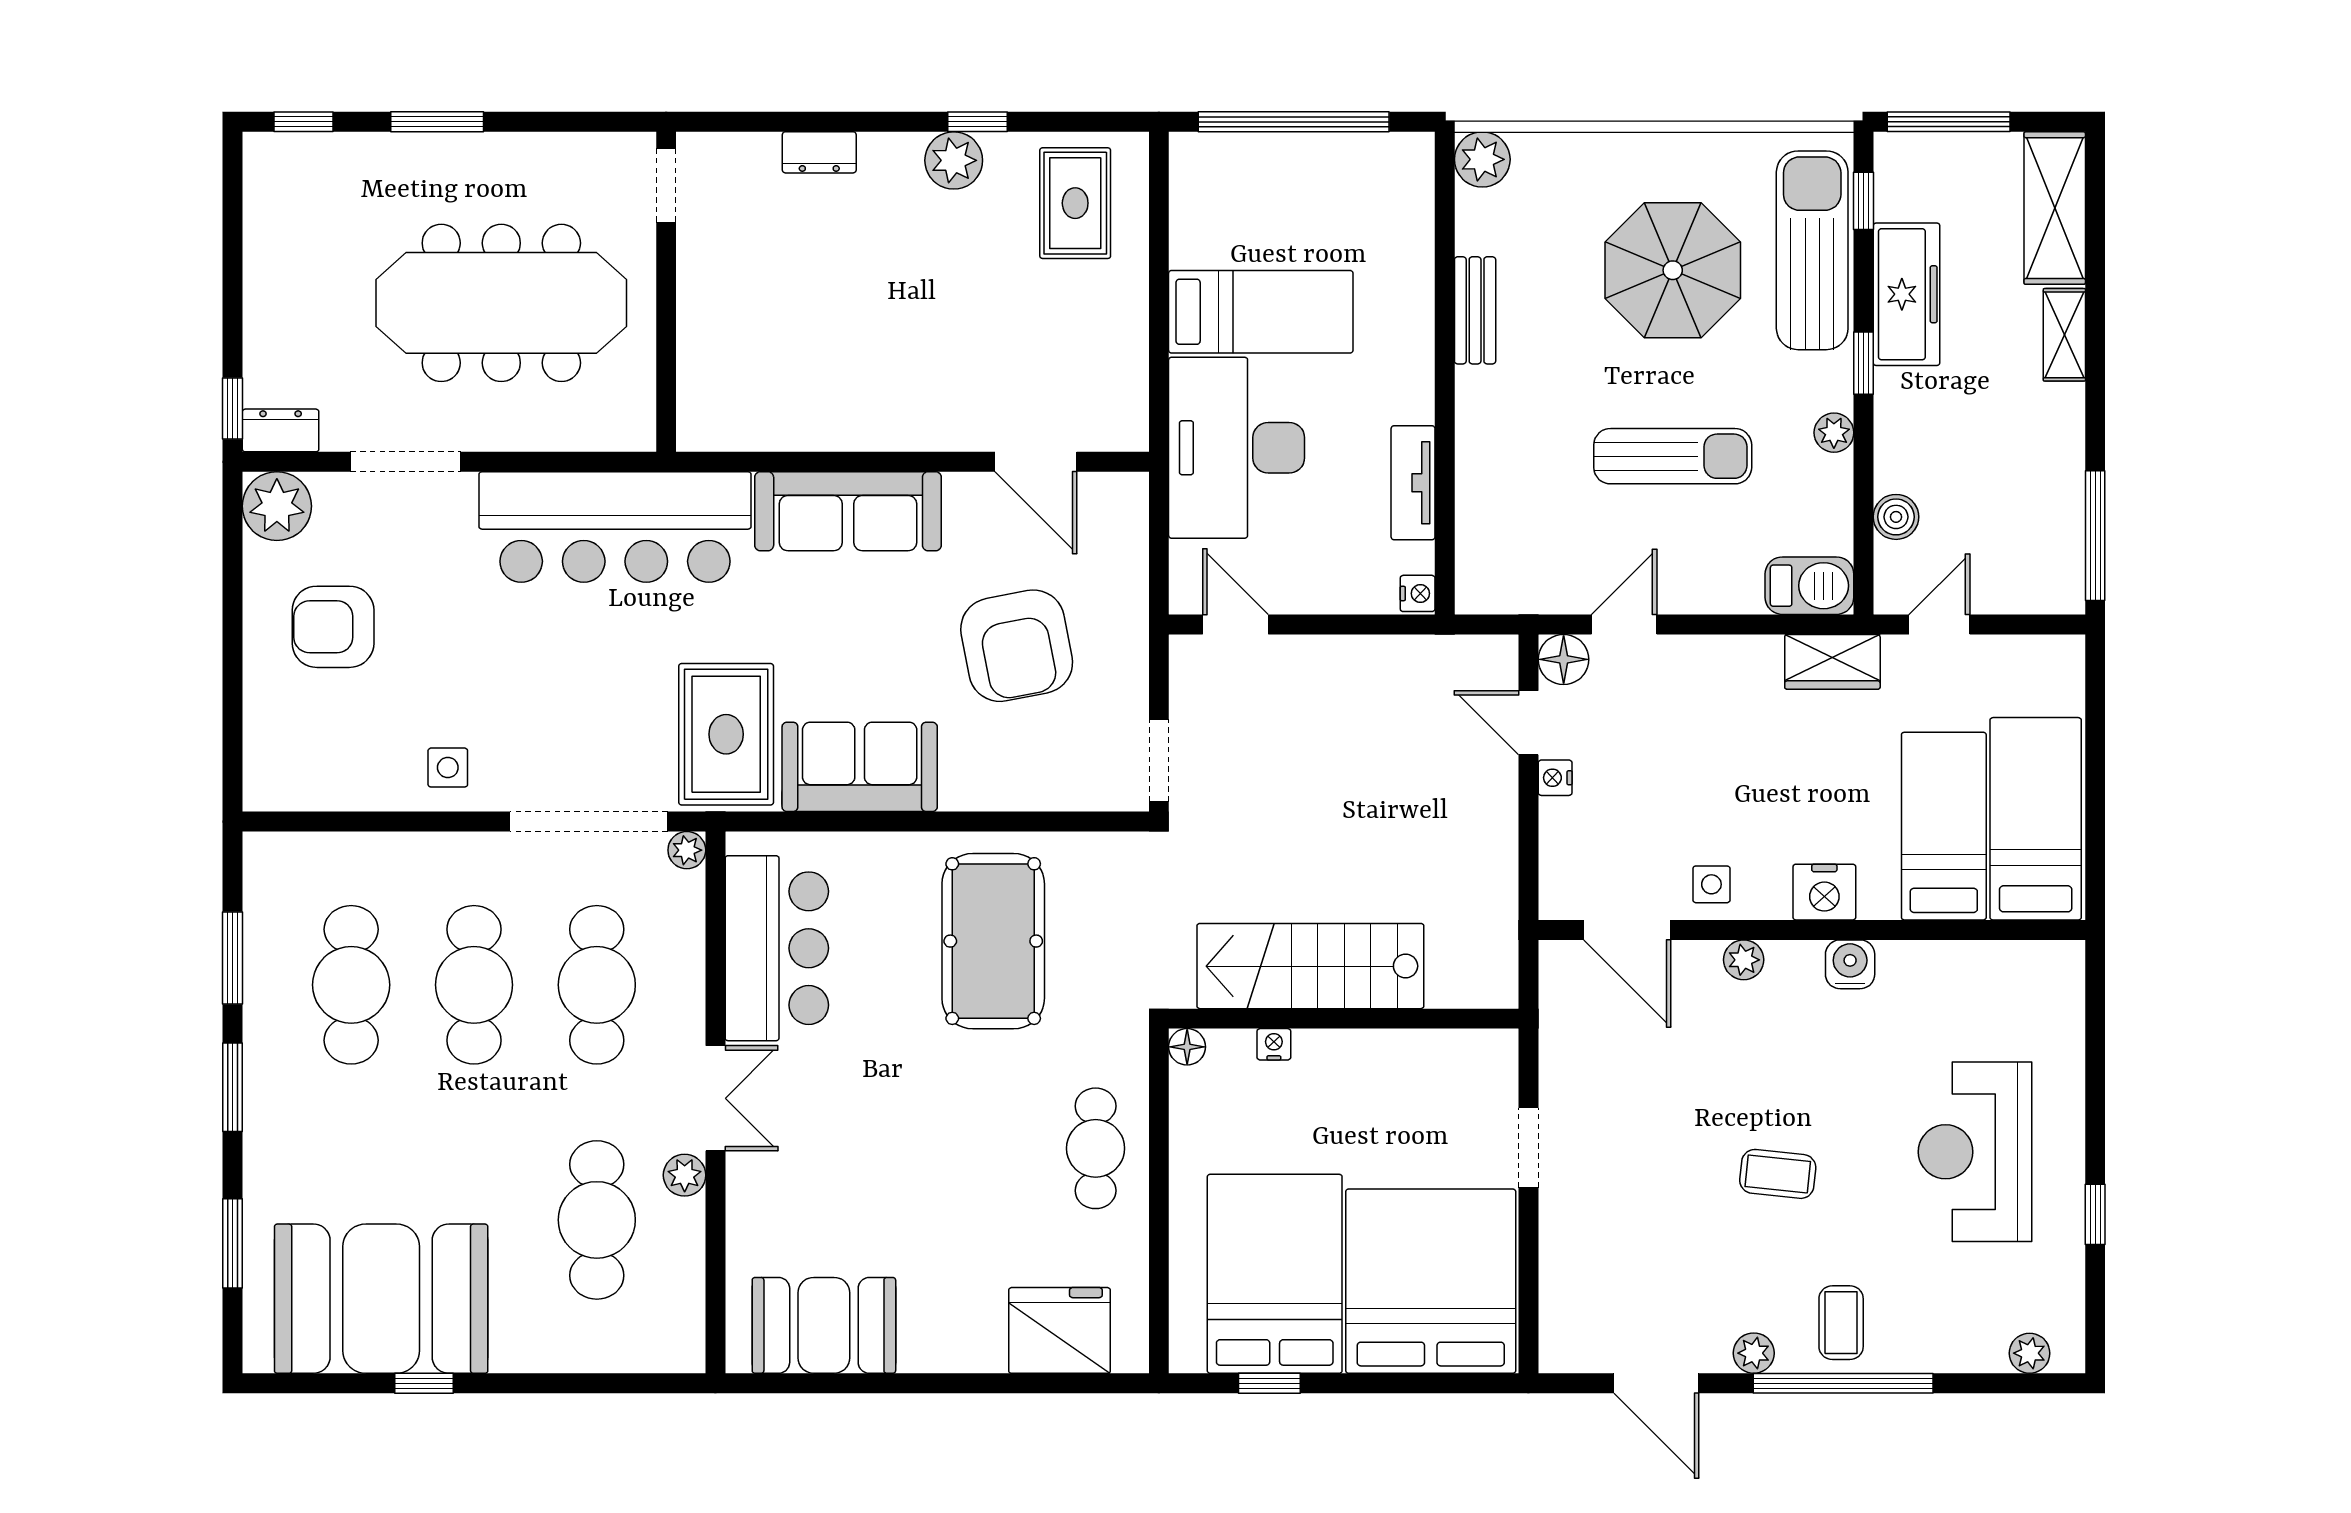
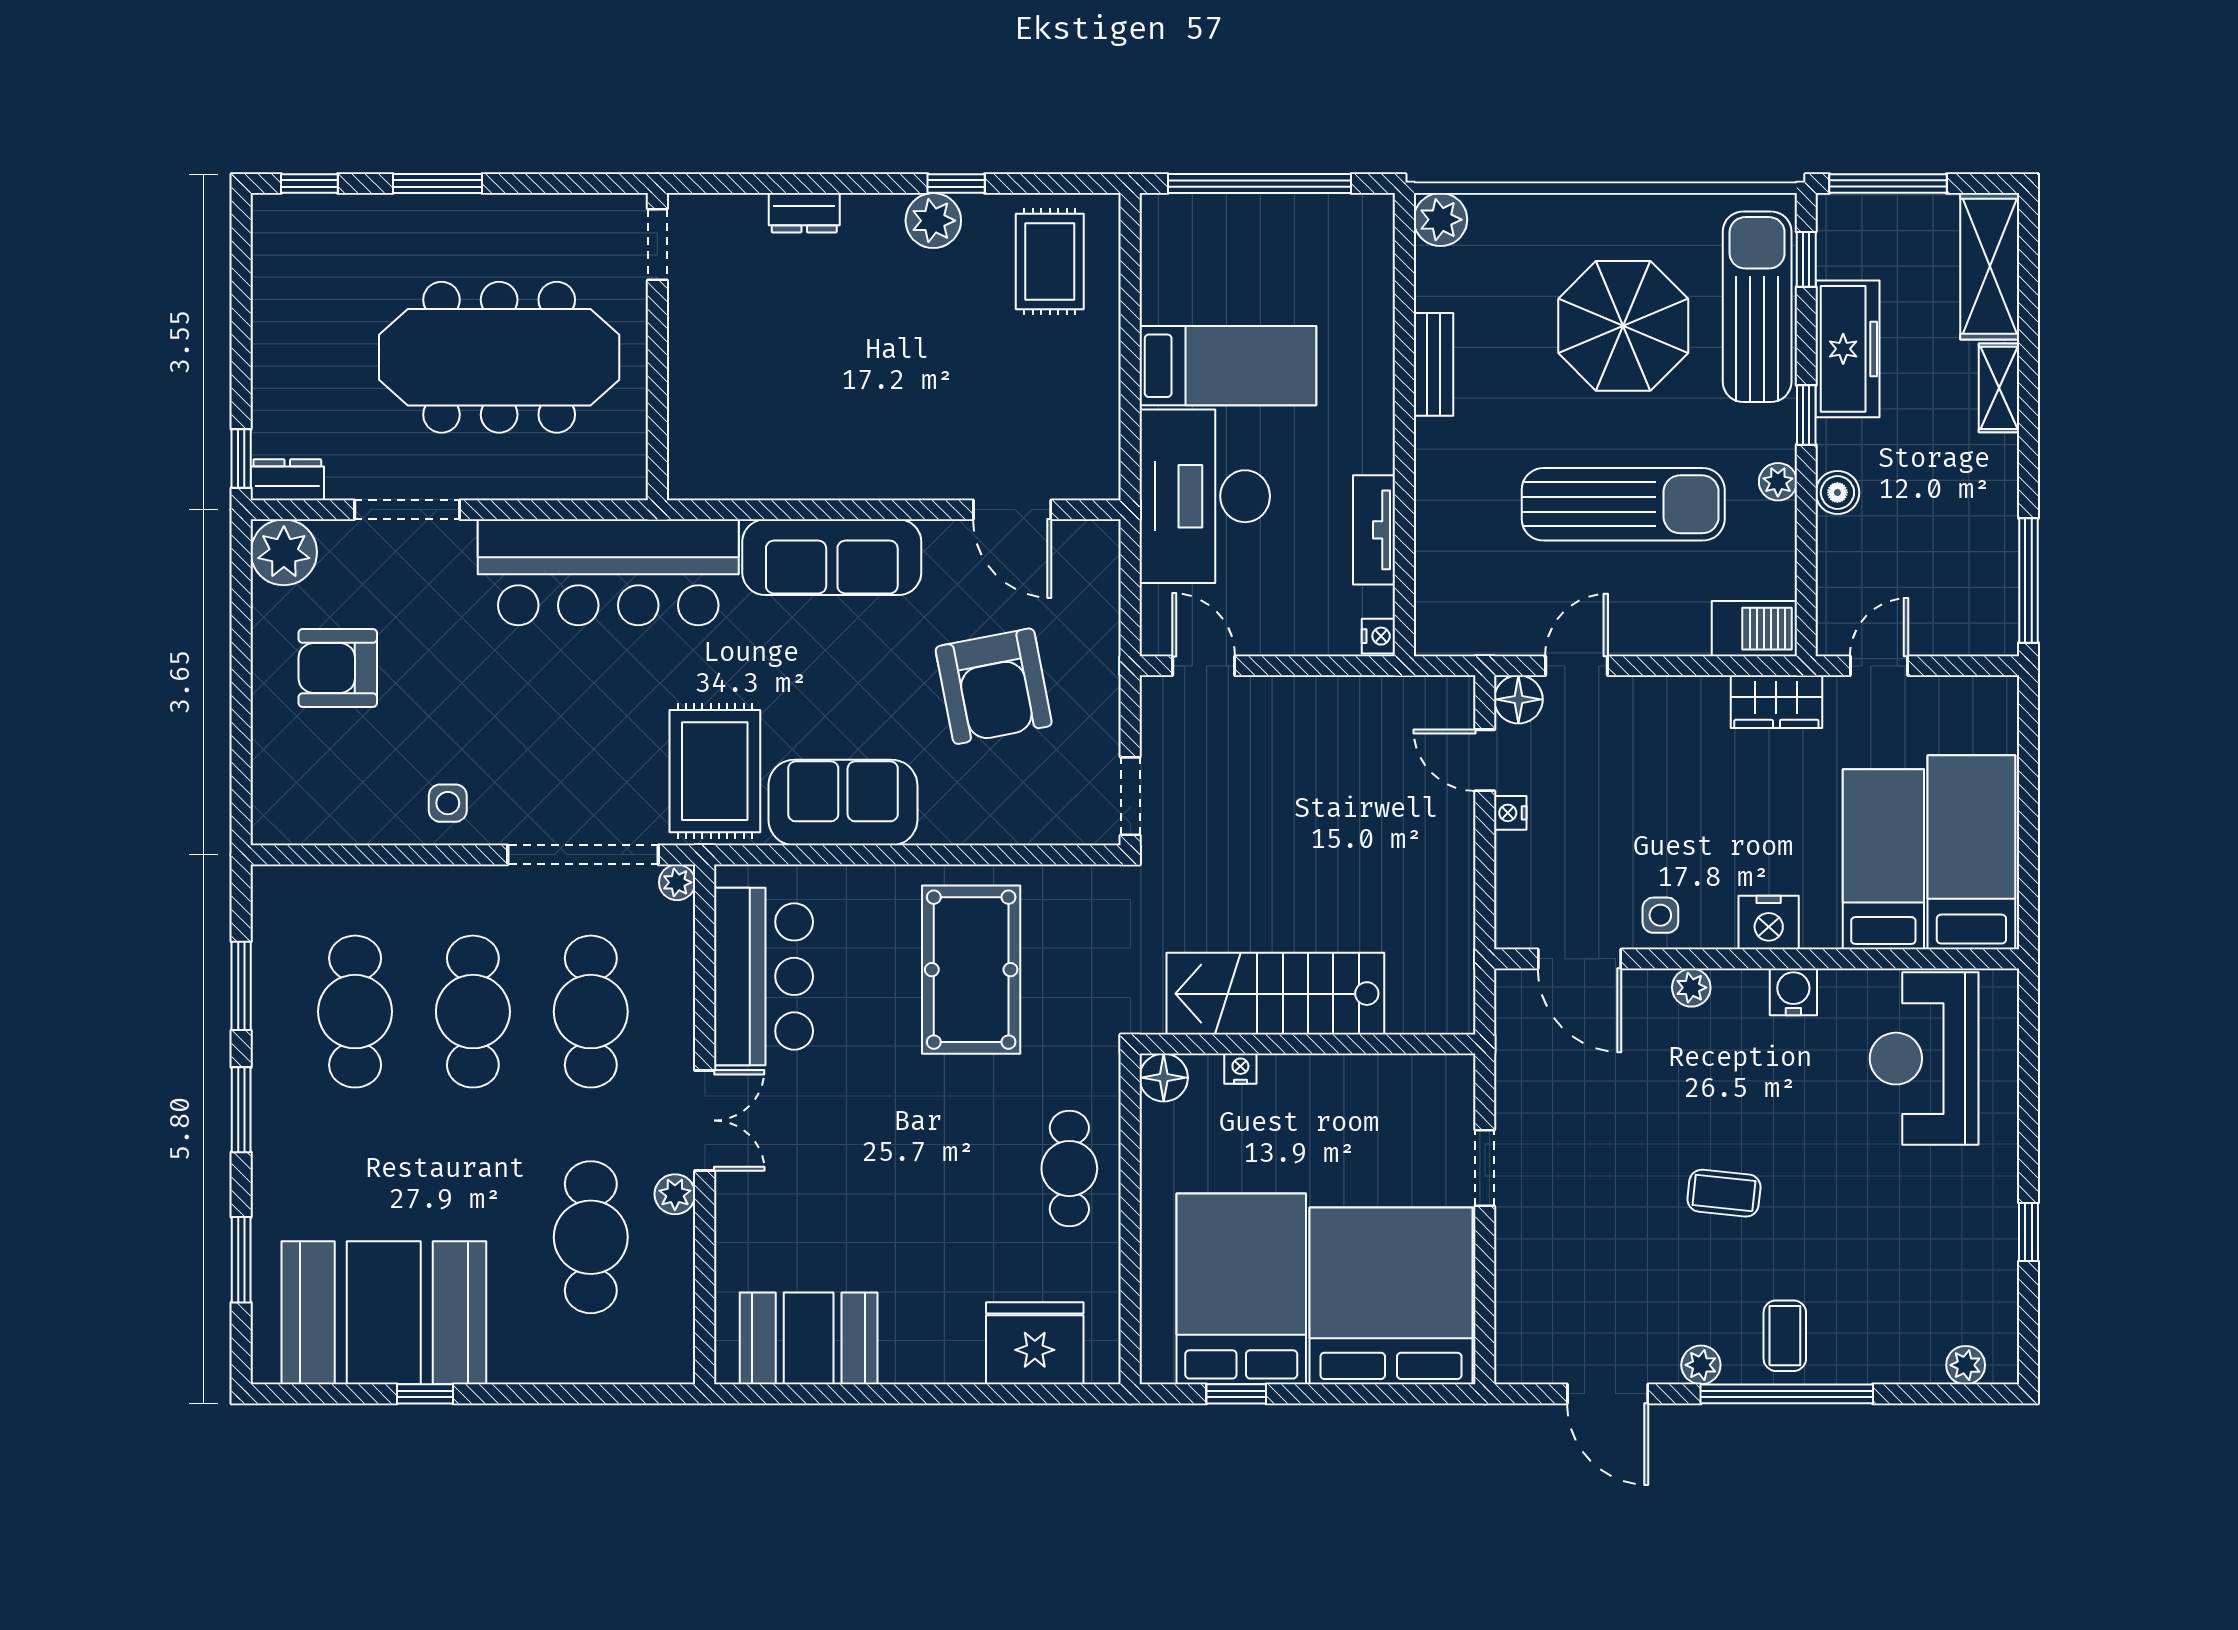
sun lounger: (1673, 456) -> (1623, 504), width x1.36, depth x1.34
boiler: (1896, 517) -> (1837, 492), moved
floor lamp: (1187, 1047) -> (1164, 1078), width x1.37, depth x1.37
reception desk: (1975, 1152) -> (1924, 1059), moved

